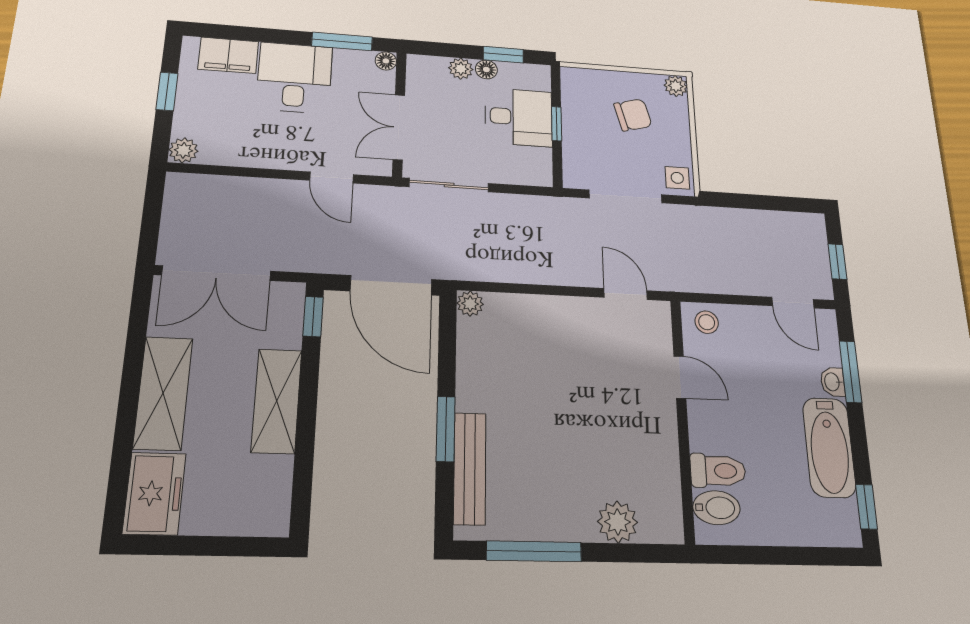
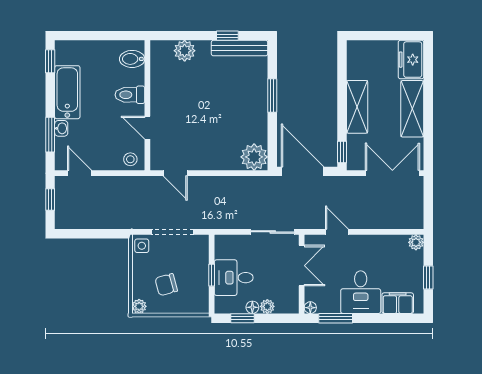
plant: (470, 304) -> (254, 157), width x1.88, depth x1.88
bench: (470, 468) -> (240, 48), moved, turned 90
toilet: (718, 471) -> (130, 95), moved
window: (534, 551) -> (227, 36), width x0.46

